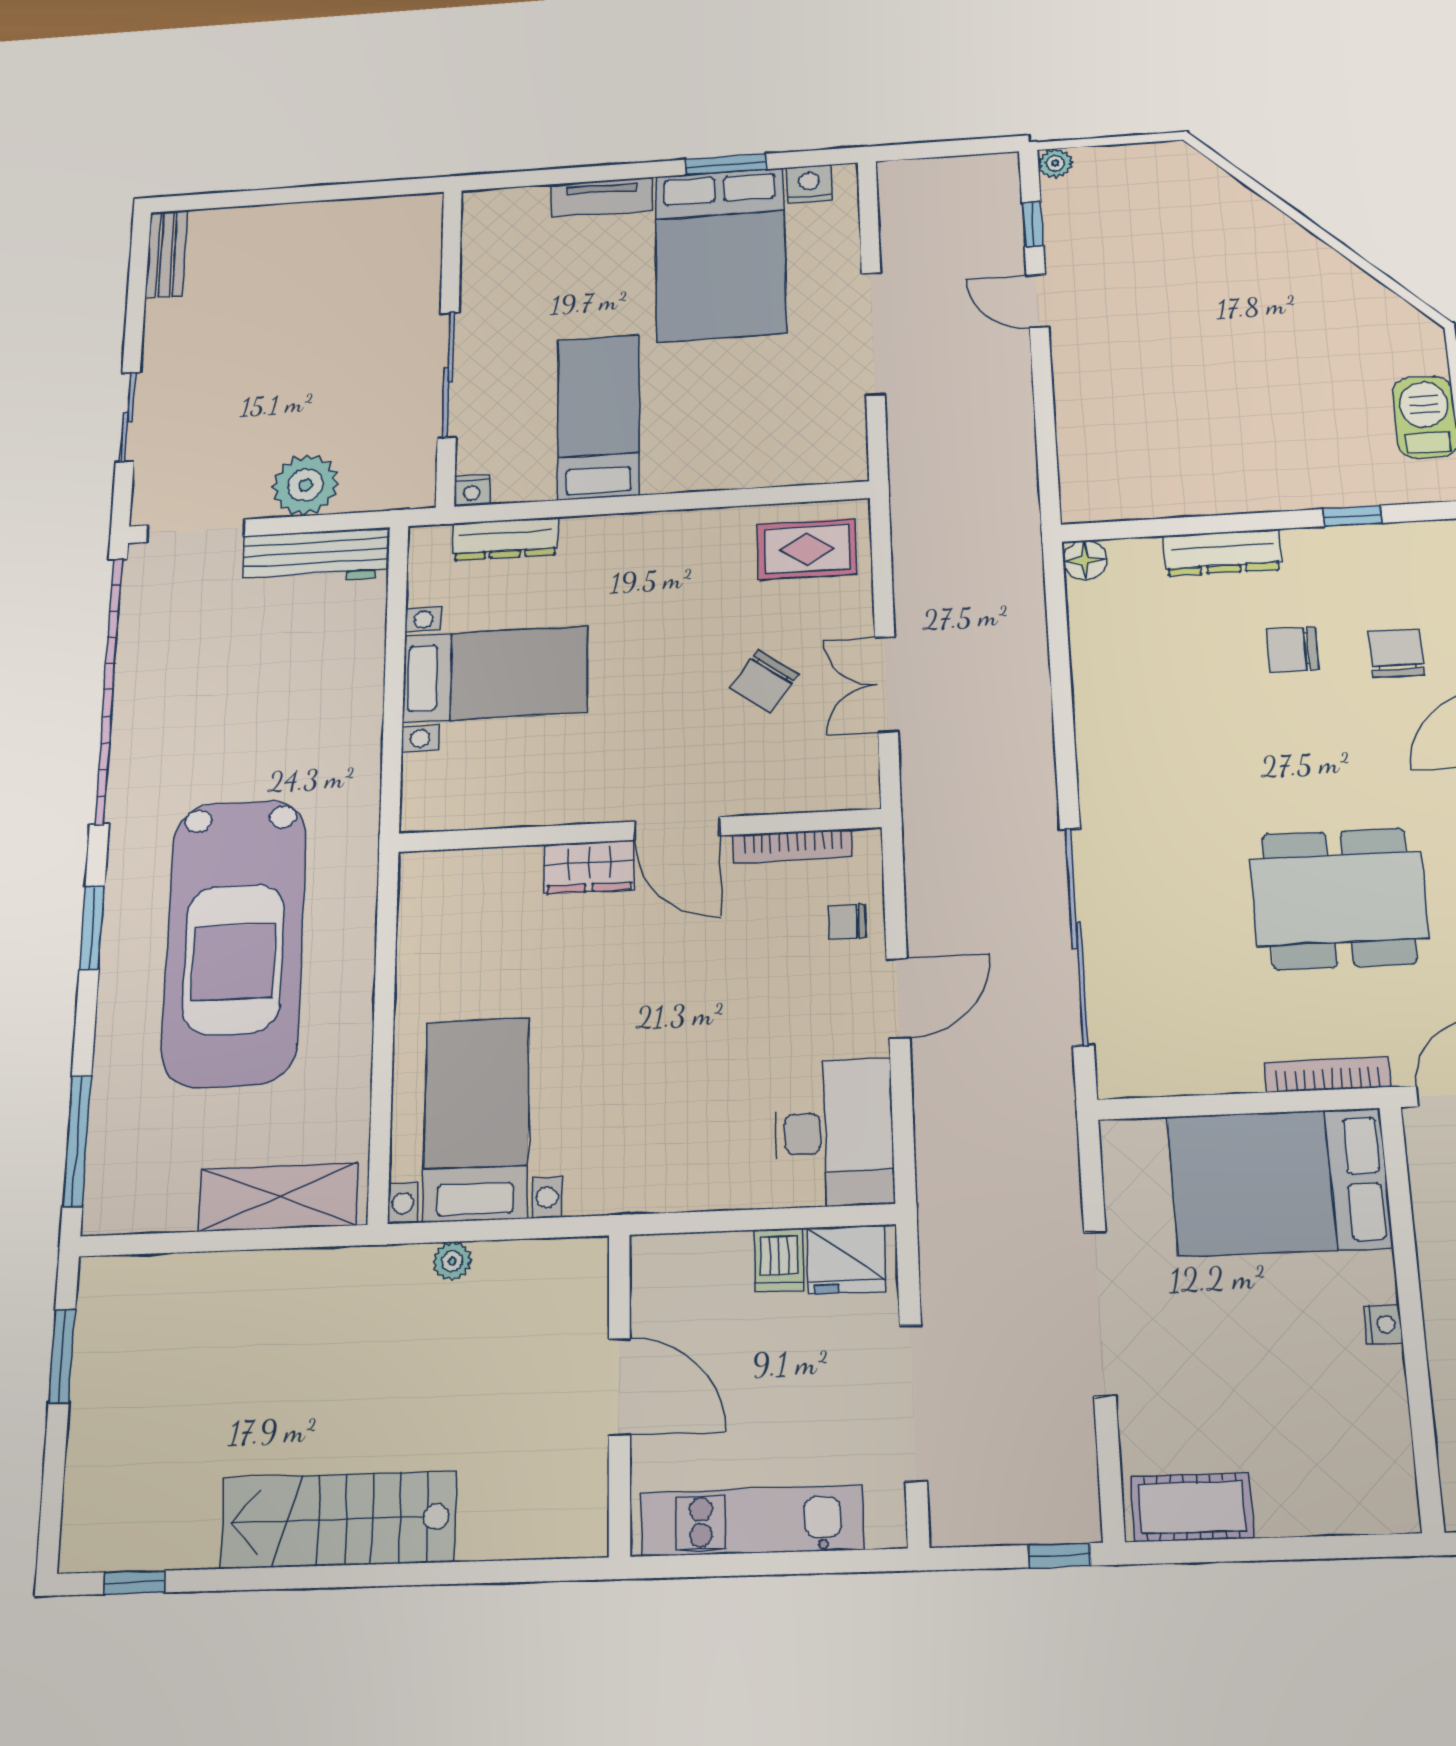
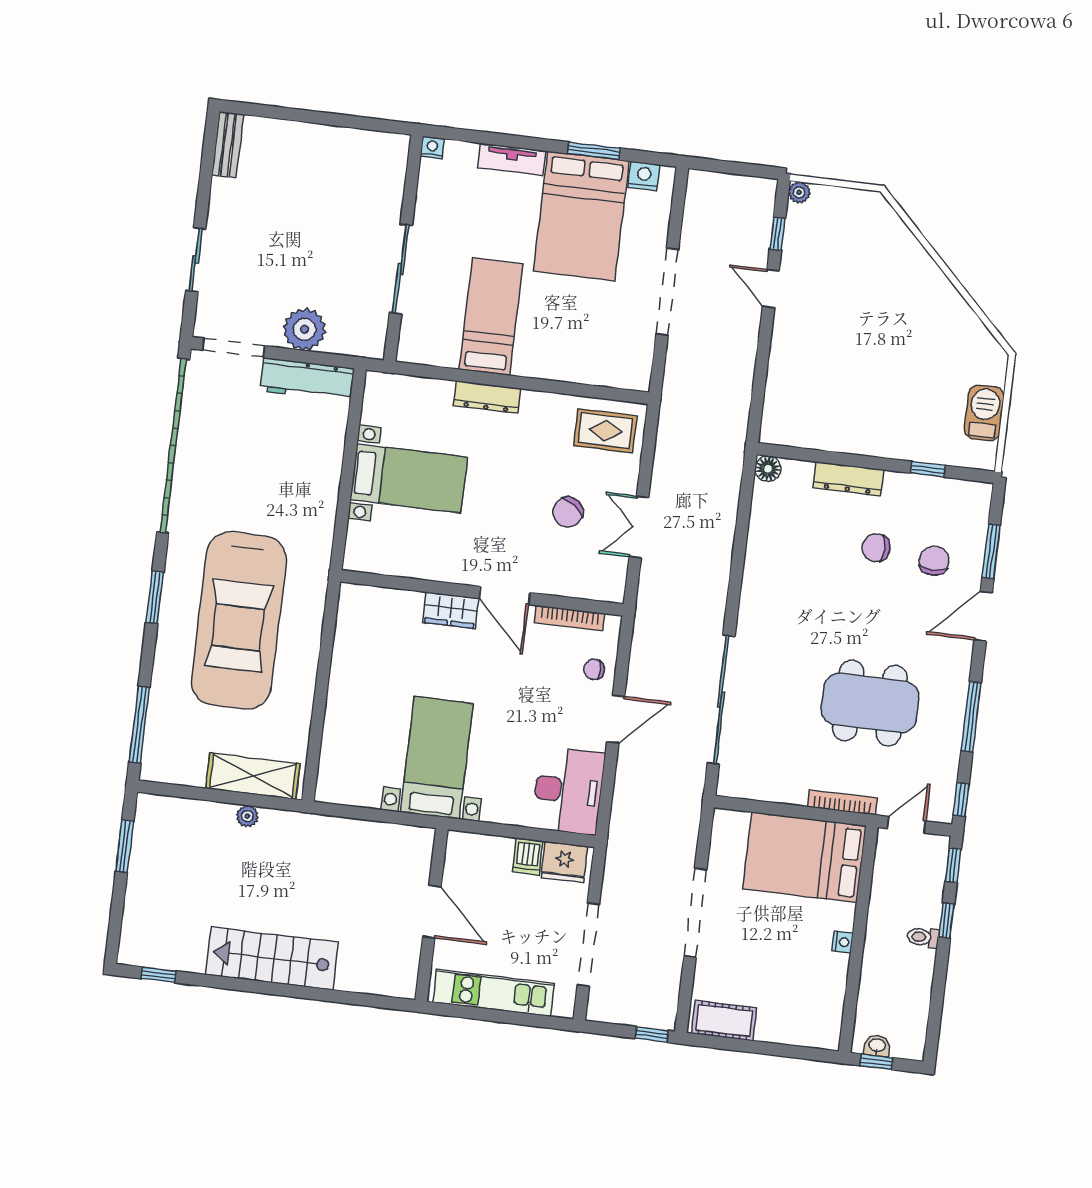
nightstand: (472, 491) -> (432, 147), moved, turned 180
dresser: (505, 539) -> (487, 397), moved
bed with nightstands: (476, 1119) -> (437, 758), moved
plant: (452, 1261) -> (247, 816), moved

